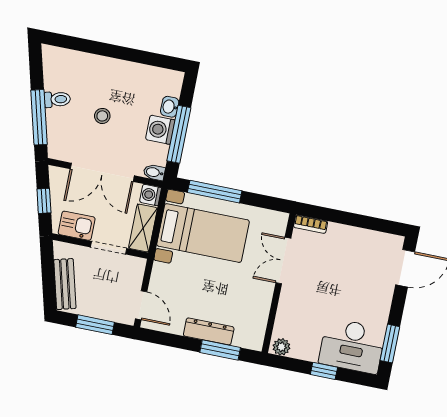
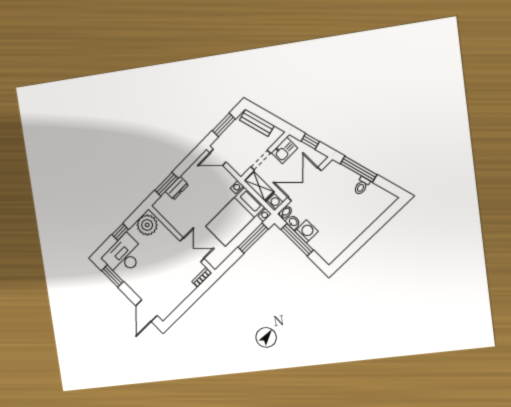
washbasin: (170, 107) -> (293, 222), moved
stool: (102, 116) -> (336, 205), removed
dresser: (209, 331) -> (177, 188), width x0.70
plant: (281, 347) -> (147, 225), width x1.87, depth x1.87

